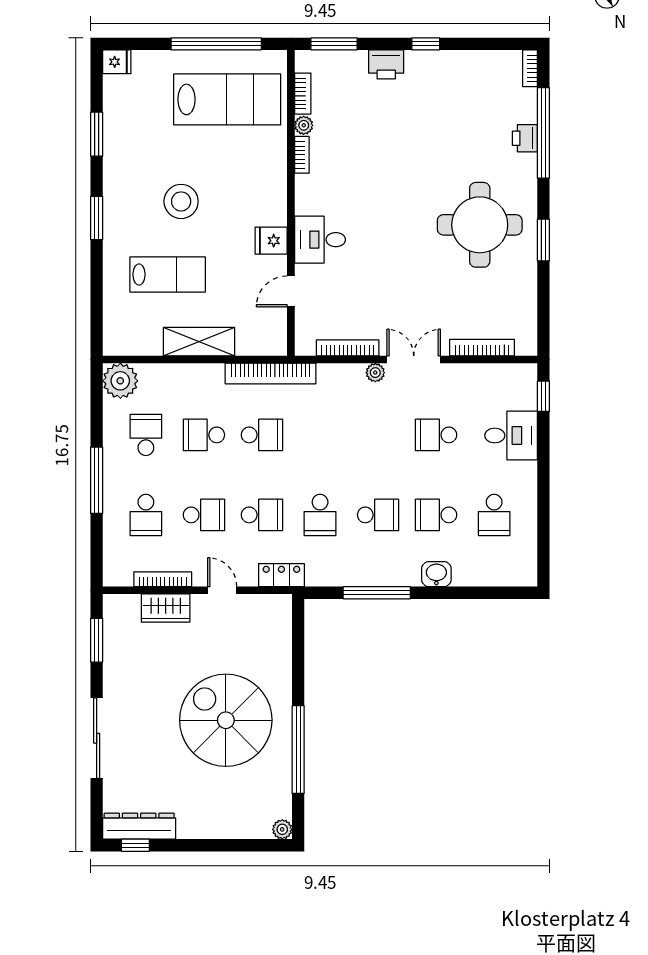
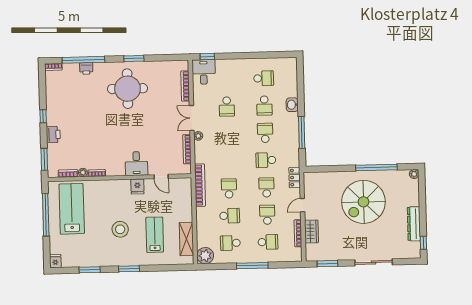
shelving: (199, 342) -> (186, 239), moved
school desk: (204, 435) -> (230, 216), turned -90
desk: (511, 435) -> (204, 72), moved
school desk: (320, 515) -> (266, 160), turned 180
dresser: (139, 826) -> (414, 224), moved

